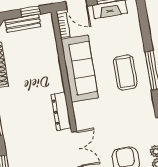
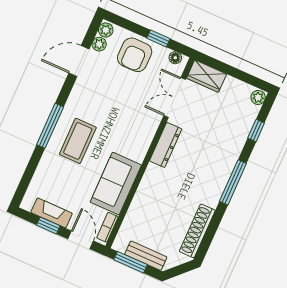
window: (31, 12) -> (131, 262), width x1.50
sofa: (80, 69) -> (116, 184), width x0.73

